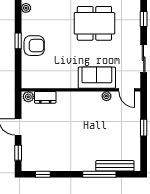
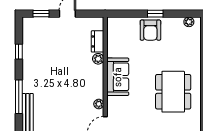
sofa: (97, 78) -> (118, 77), moved
plant: (28, 97) -> (98, 59), moved
window: (43, 174) -> (19, 52), moved

